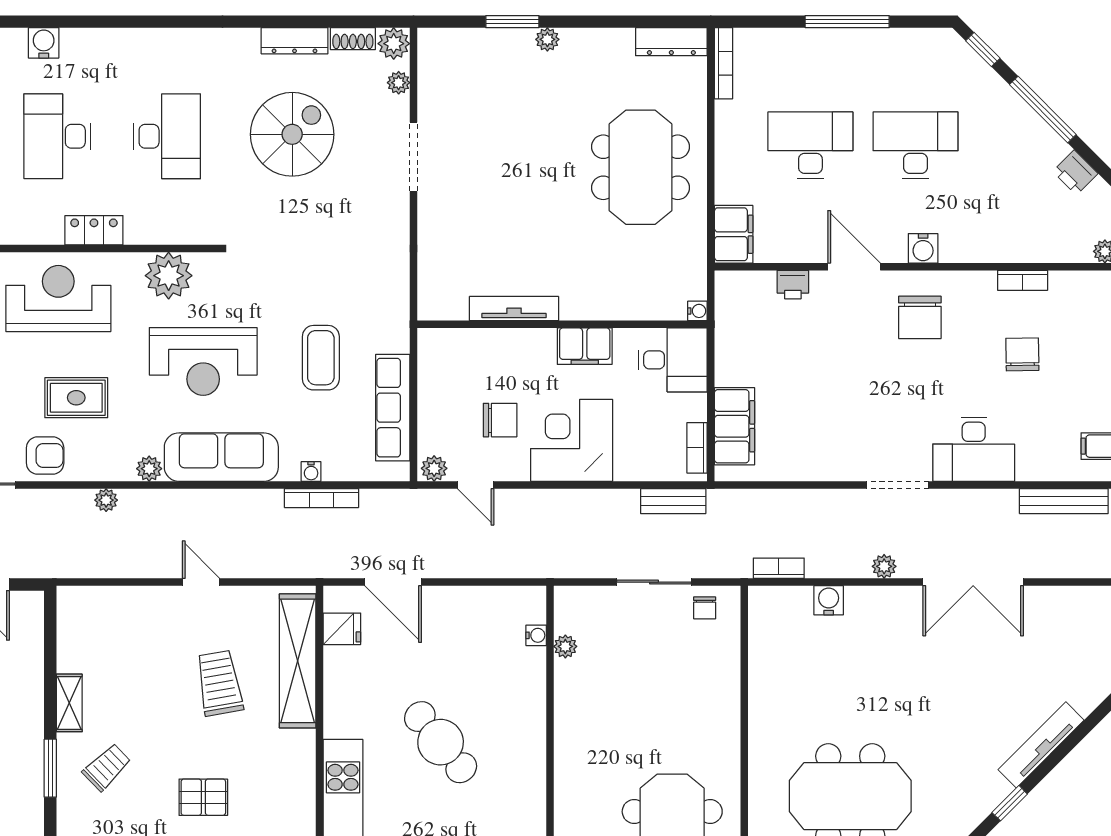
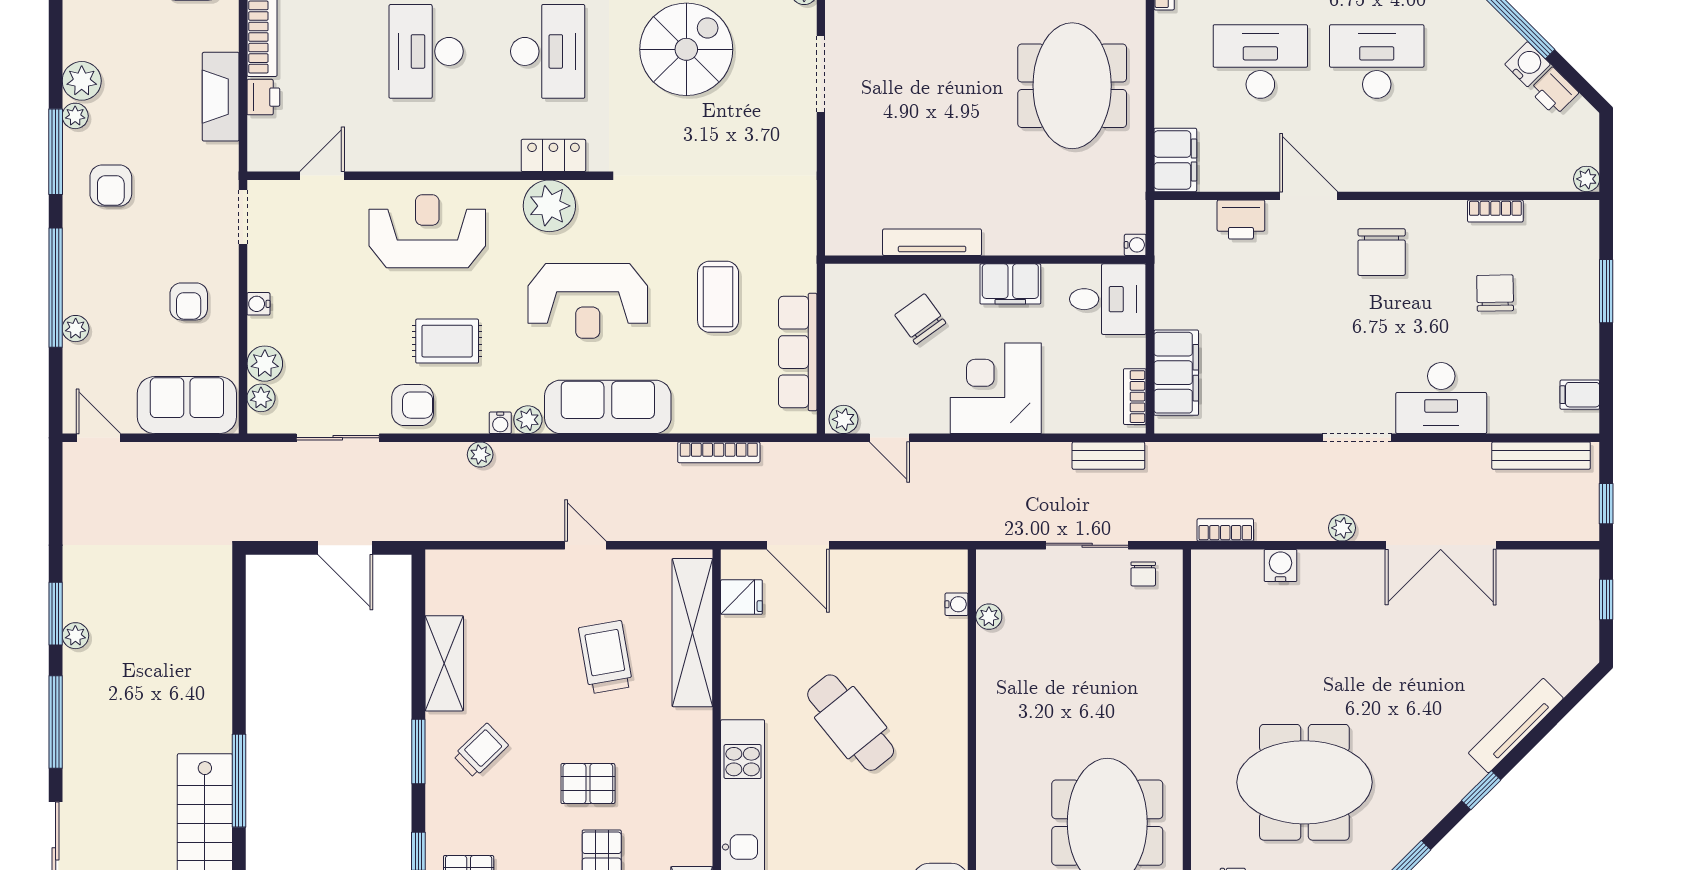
locker: (94, 230) -> (553, 155), moved
water cooler: (923, 248) -> (1528, 64), moved, turned -135
printer: (793, 285) -> (1241, 220), width x1.36, depth x1.24
chair: (500, 420) -> (920, 319), moved, turned -126
water cooler: (311, 472) -> (500, 423), moved
shelving: (69, 703) -> (444, 663), width x1.50, depth x1.33

